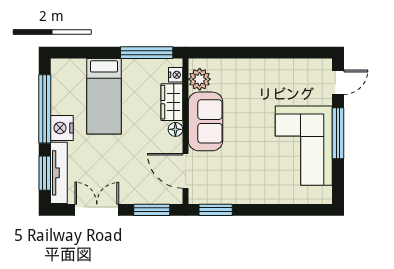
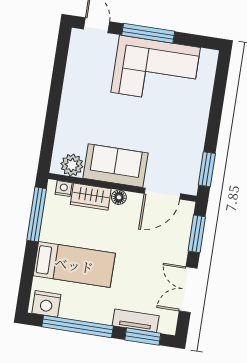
nightstand: (62, 128) -> (46, 304), moved
tv unit: (59, 173) -> (136, 321), width x0.71

